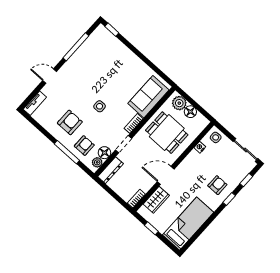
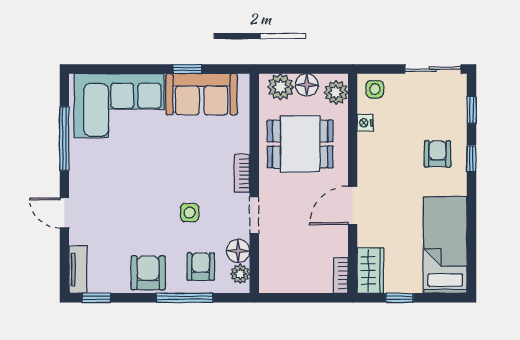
window: (112, 30) -> (187, 69), moved
corner sofa: (109, 53) -> (119, 106), added
door: (50, 76) -> (64, 213), hinge flipped
sofa: (148, 97) -> (202, 94), moved, turned -90
side table: (100, 106) -> (190, 213), moved
window: (32, 121) -> (96, 298), added
armchair: (70, 122) -> (148, 273), moved
plant: (199, 125) -> (336, 92), added
dresser: (111, 170) -> (269, 268), removed
wardrobe: (156, 200) -> (370, 270), moved

